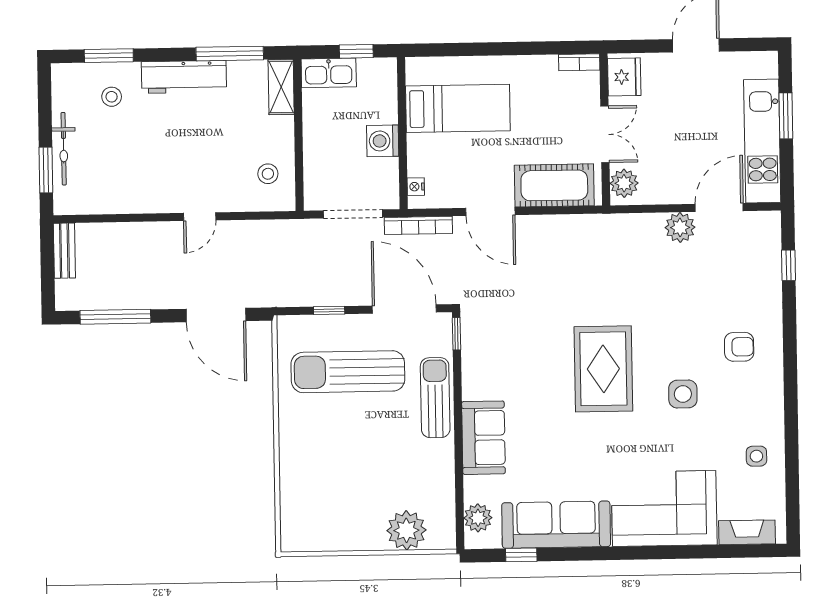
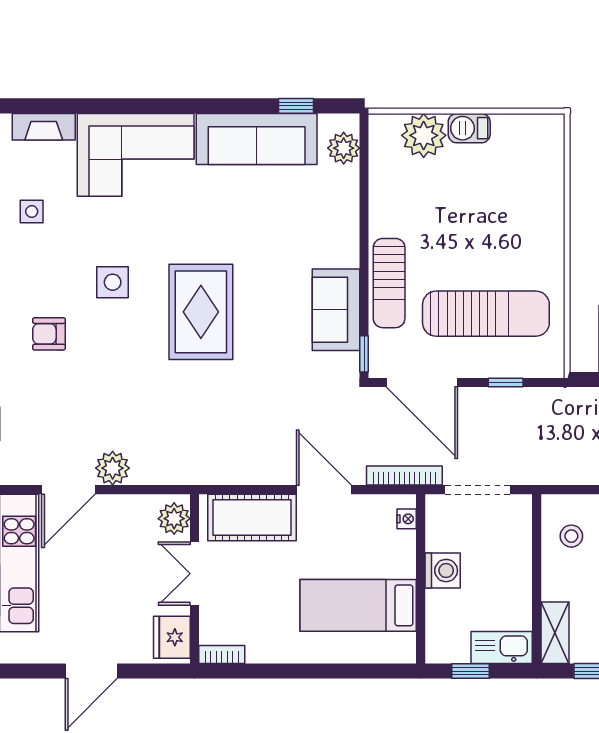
sofa: (483, 438) -> (336, 310), moved
barbecue: (366, 538) -> (469, 128), added

